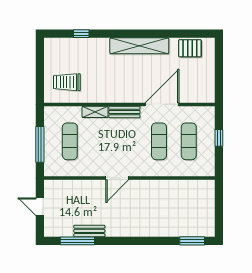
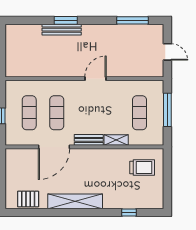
bench: (89, 231) -> (62, 30), moved, width x1.36
window: (192, 241) -> (66, 20), moved

